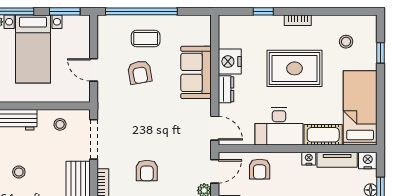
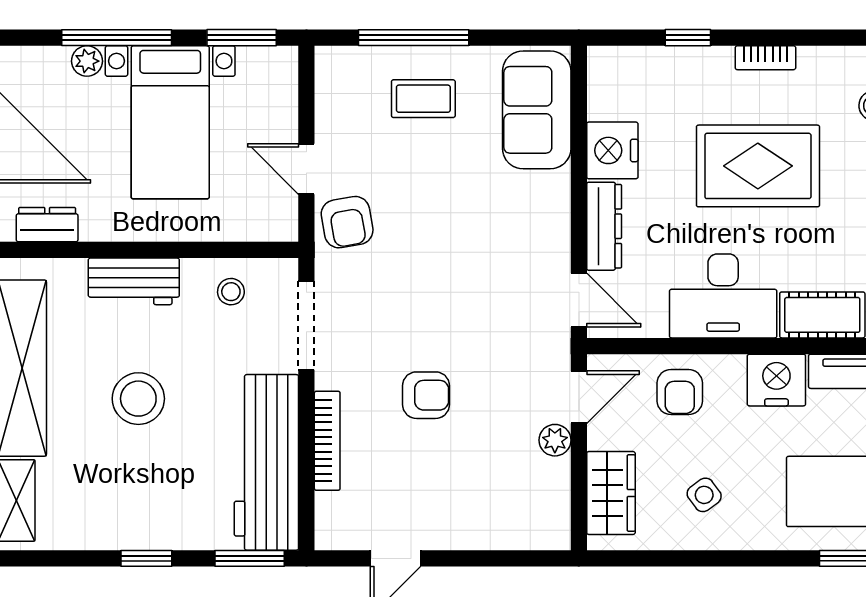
window: (141, 11) -> (414, 38), width x0.68
armchair: (140, 72) -> (347, 222), moved
sofa: (196, 72) -> (537, 110), moved
dresser: (226, 89) -> (604, 226), width x1.44
nightstand: (309, 159) -> (776, 380), width x1.89, depth x1.79
armchair: (147, 170) -> (426, 395), turned -90
stool: (19, 172) -> (138, 399), width x1.89, depth x1.89

